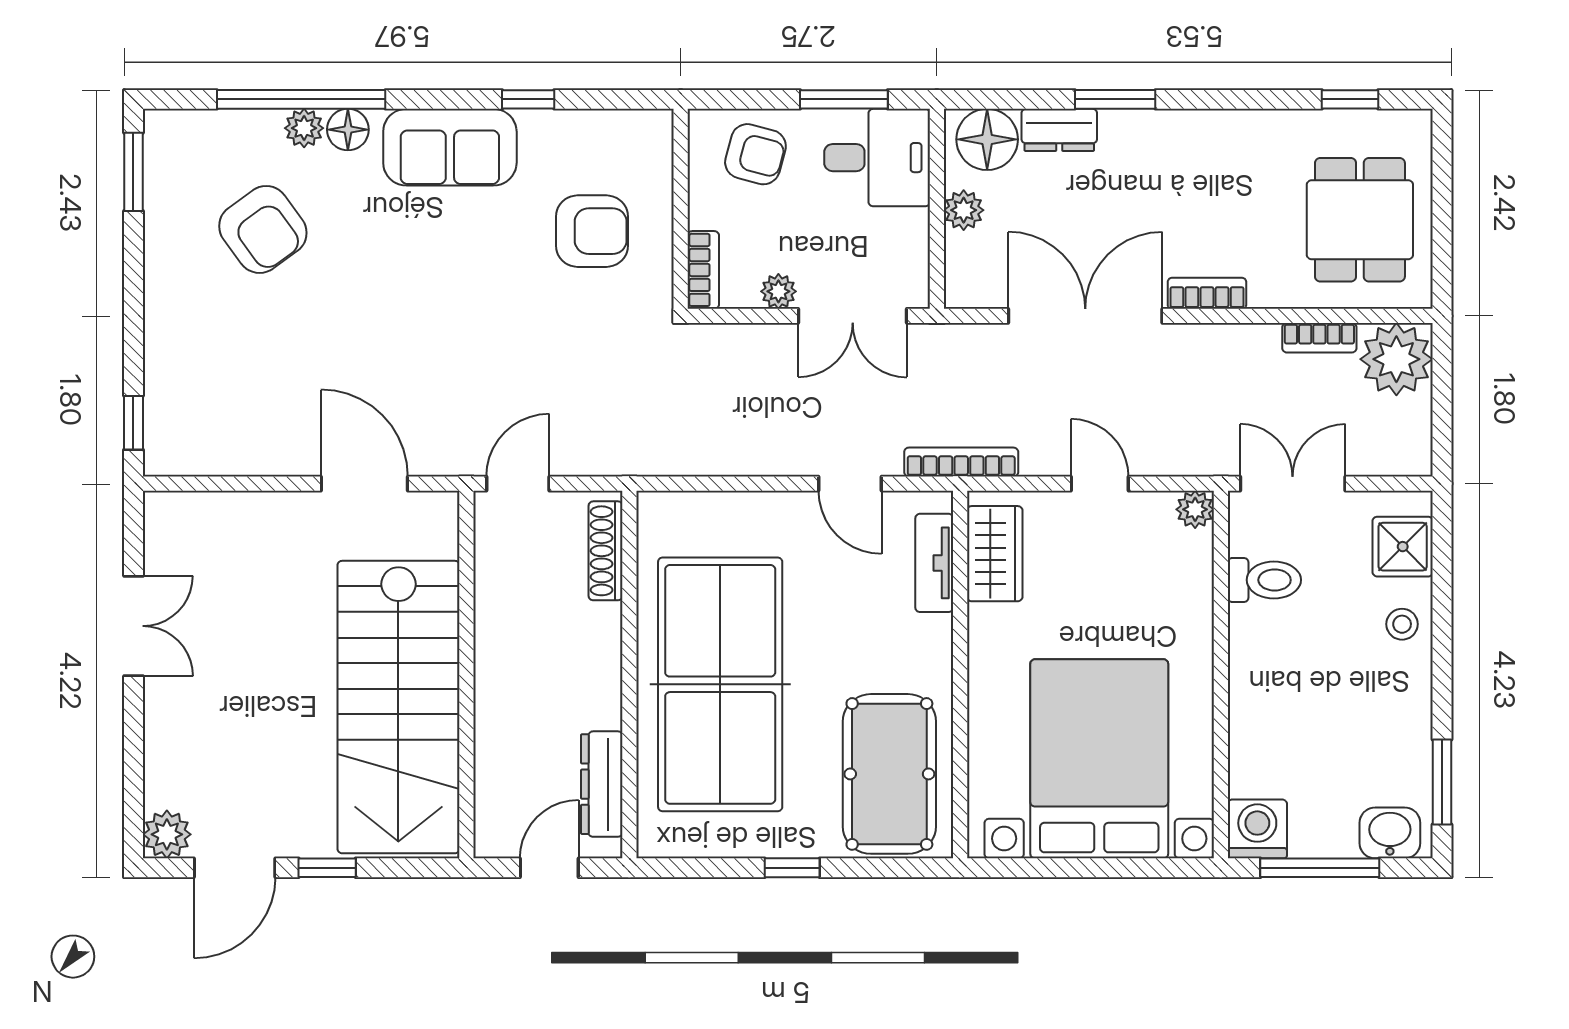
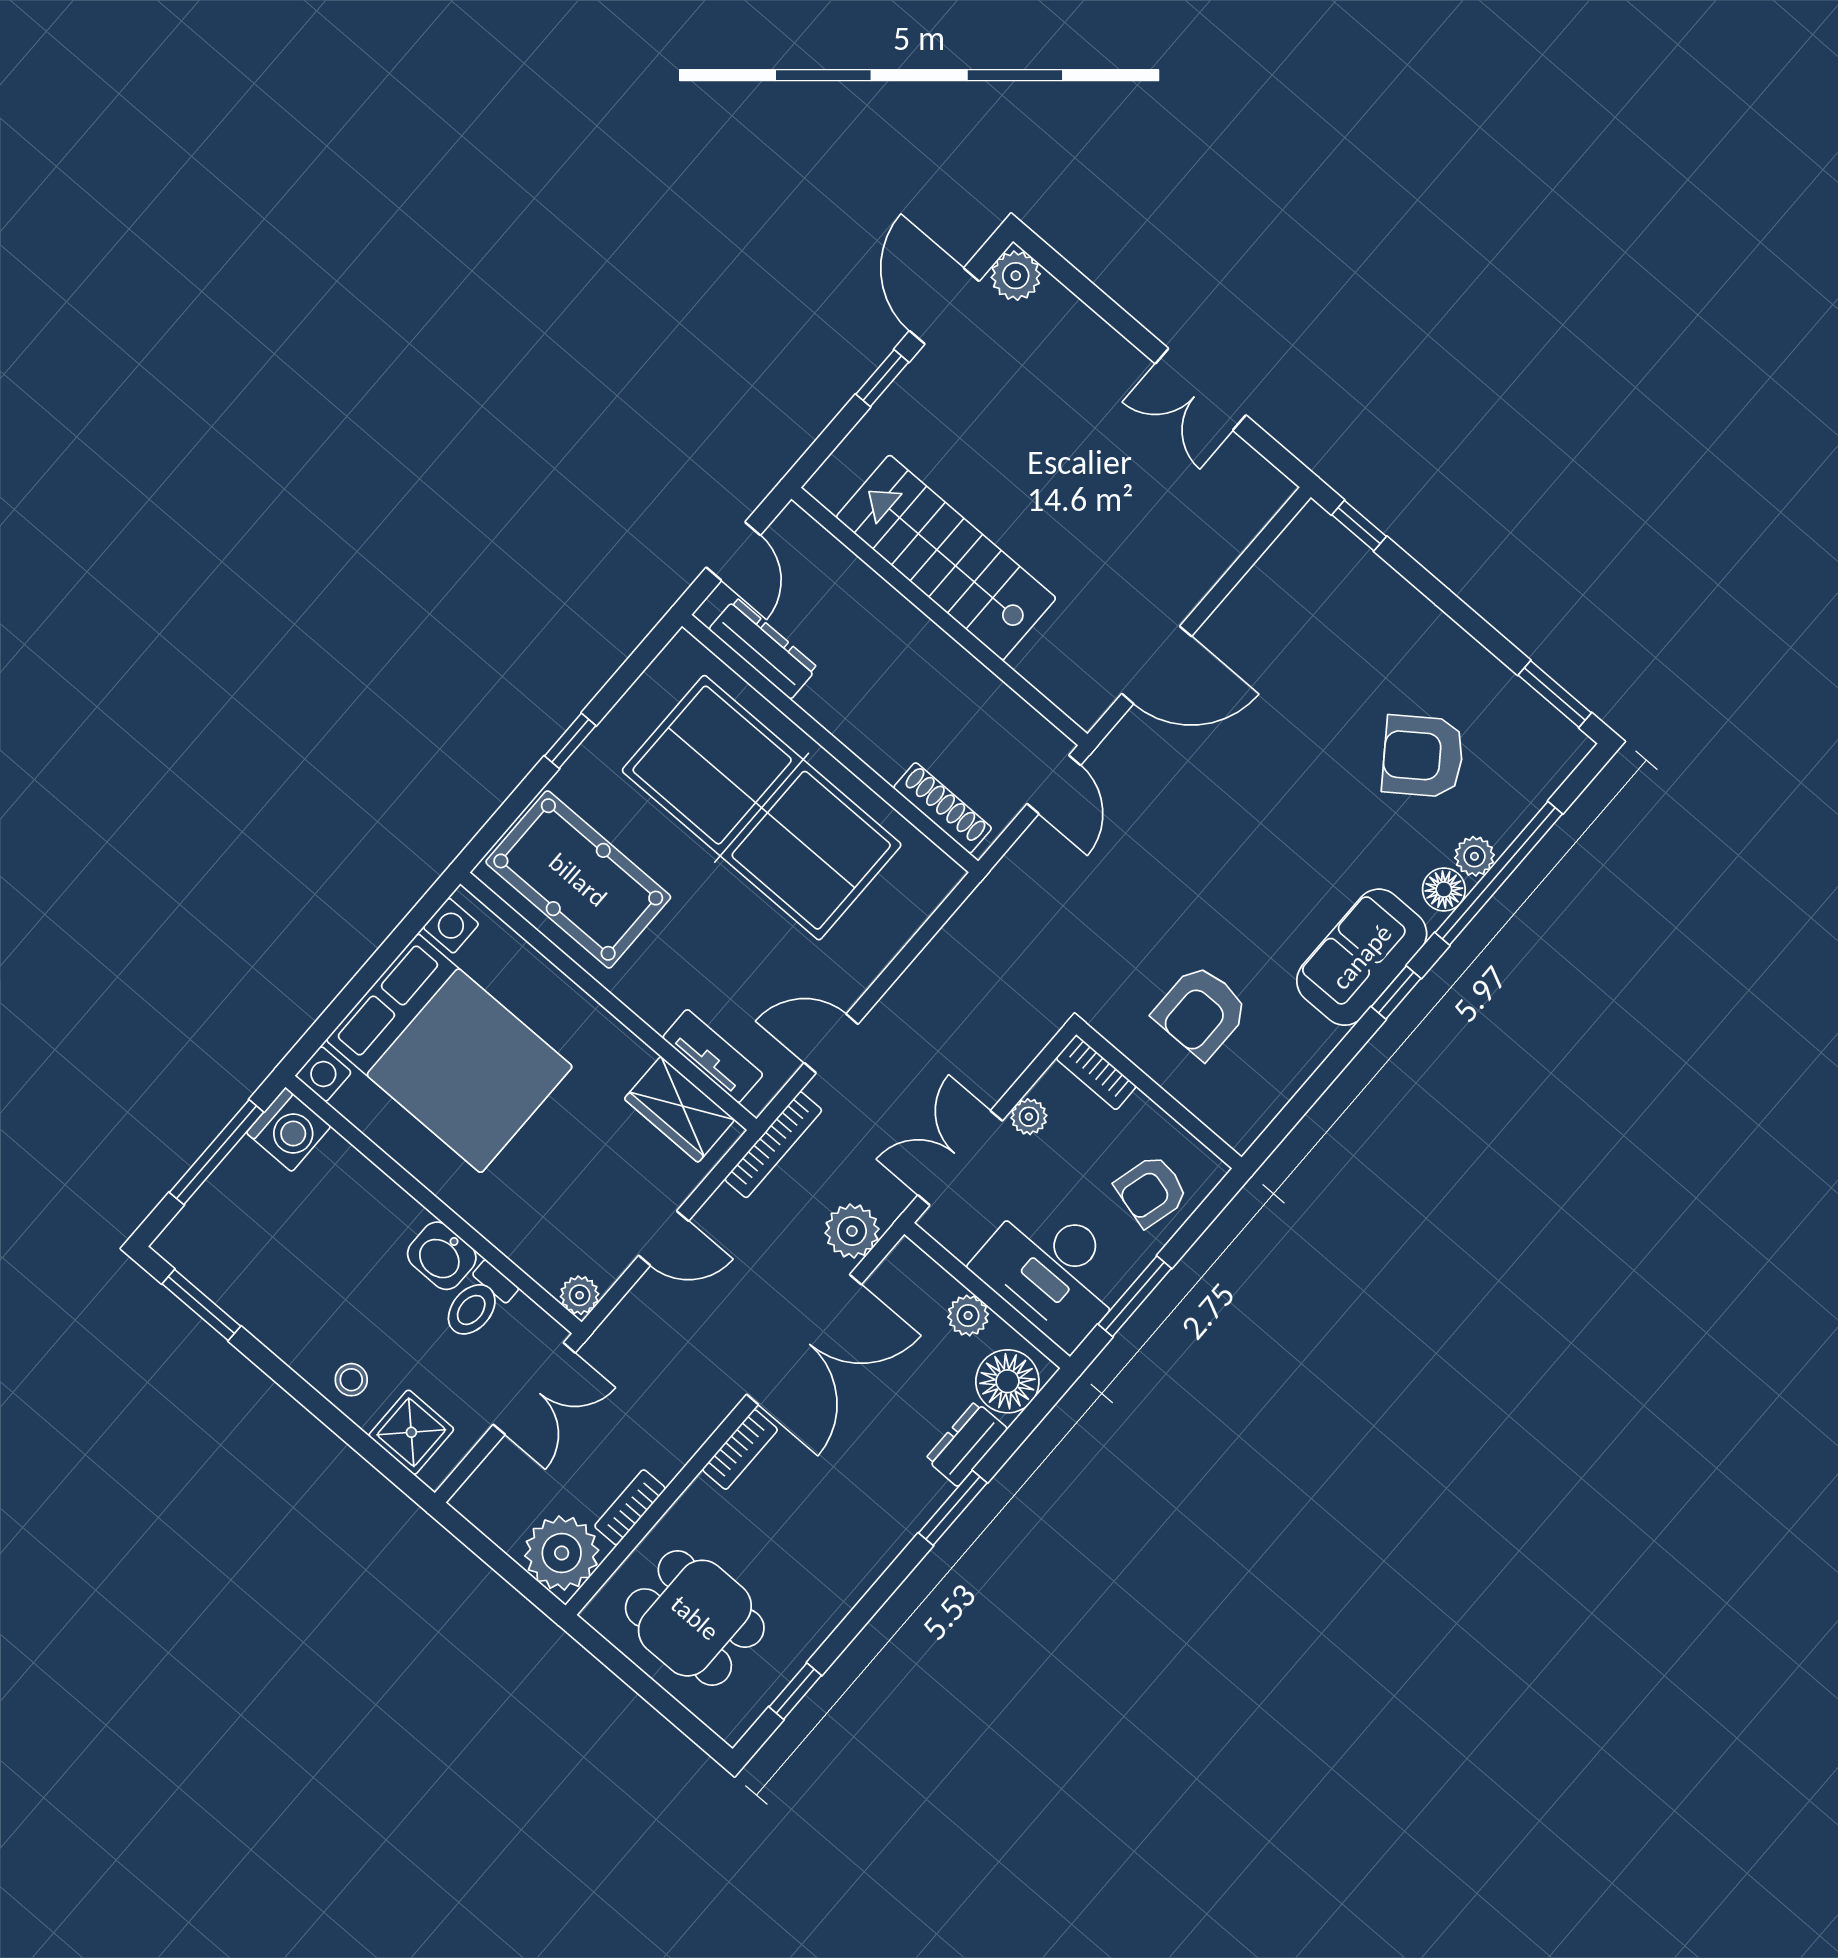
window: (528, 99) -> (1396, 993), moved
desk: (877, 158) -> (1053, 1271), width x1.37
plant: (975, 349) -> (852, 1231), added
stairs: (398, 707) -> (946, 558), width x0.73, depth x0.66
washbasin: (1390, 833) -> (442, 1256), moved, turned 90

